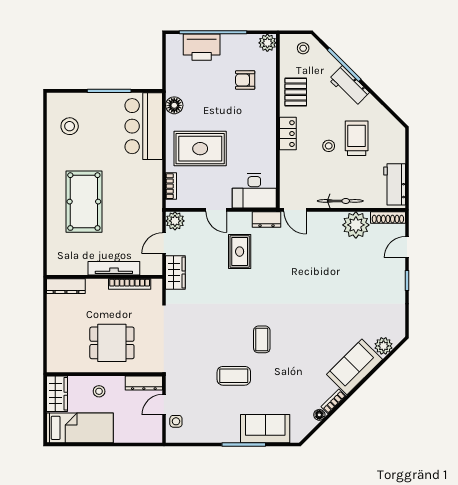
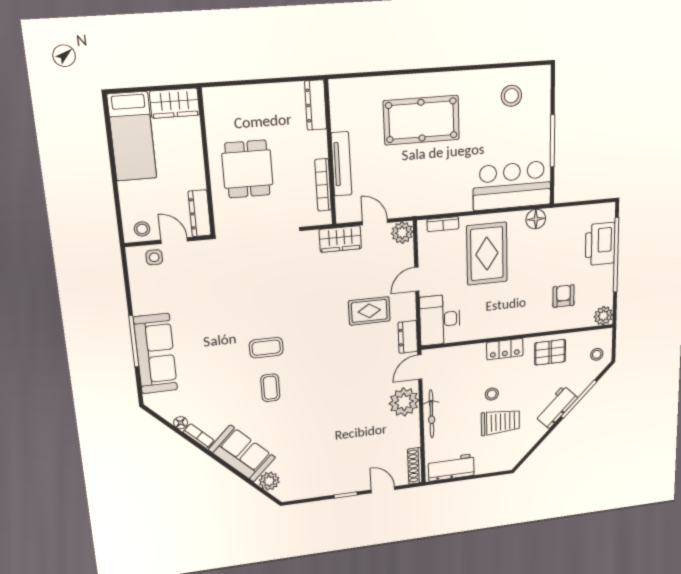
plant: (356, 225) -> (404, 402), moved
coffee table: (234, 376) -> (270, 388), moved, width x0.73, depth x0.77
stool: (99, 391) -> (142, 229), moved
sofa: (265, 429) -> (156, 354), width x1.36

